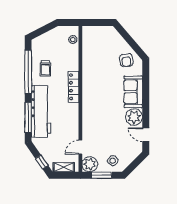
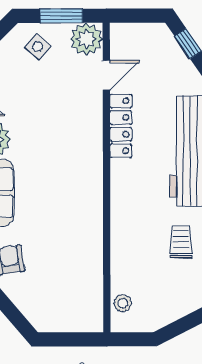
locker: (74, 87) -> (121, 126), moved
shelving: (64, 167) -> (142, 33), removed

